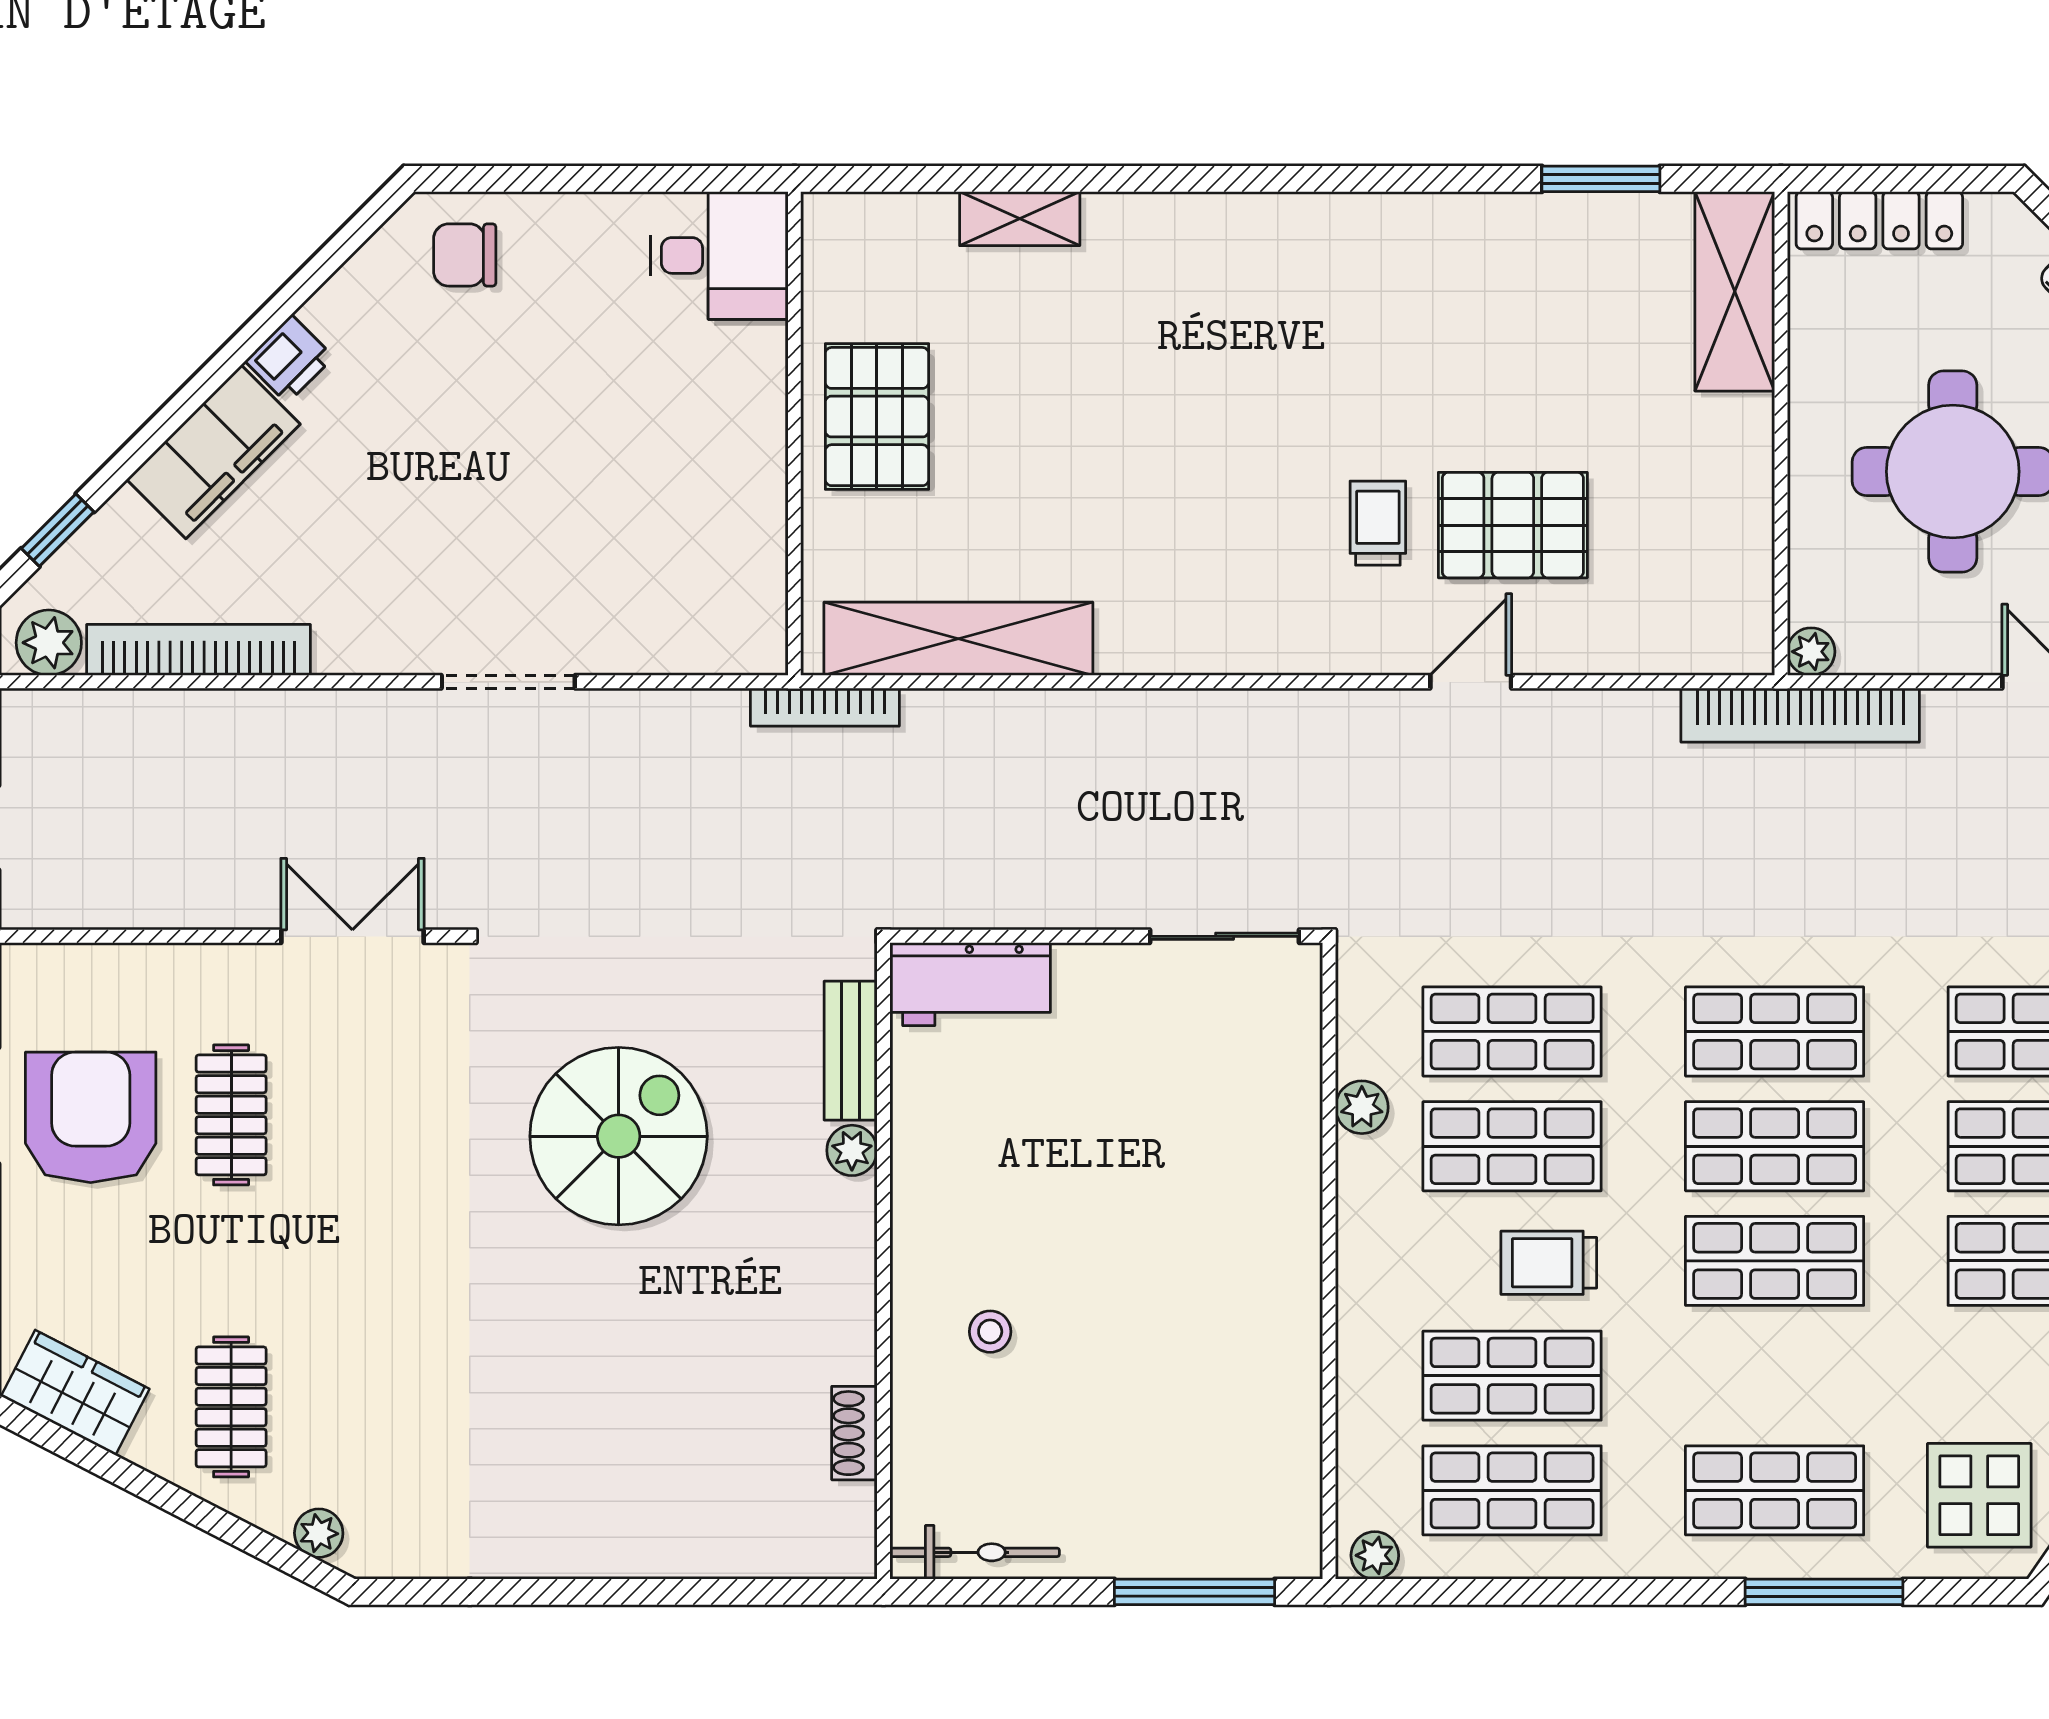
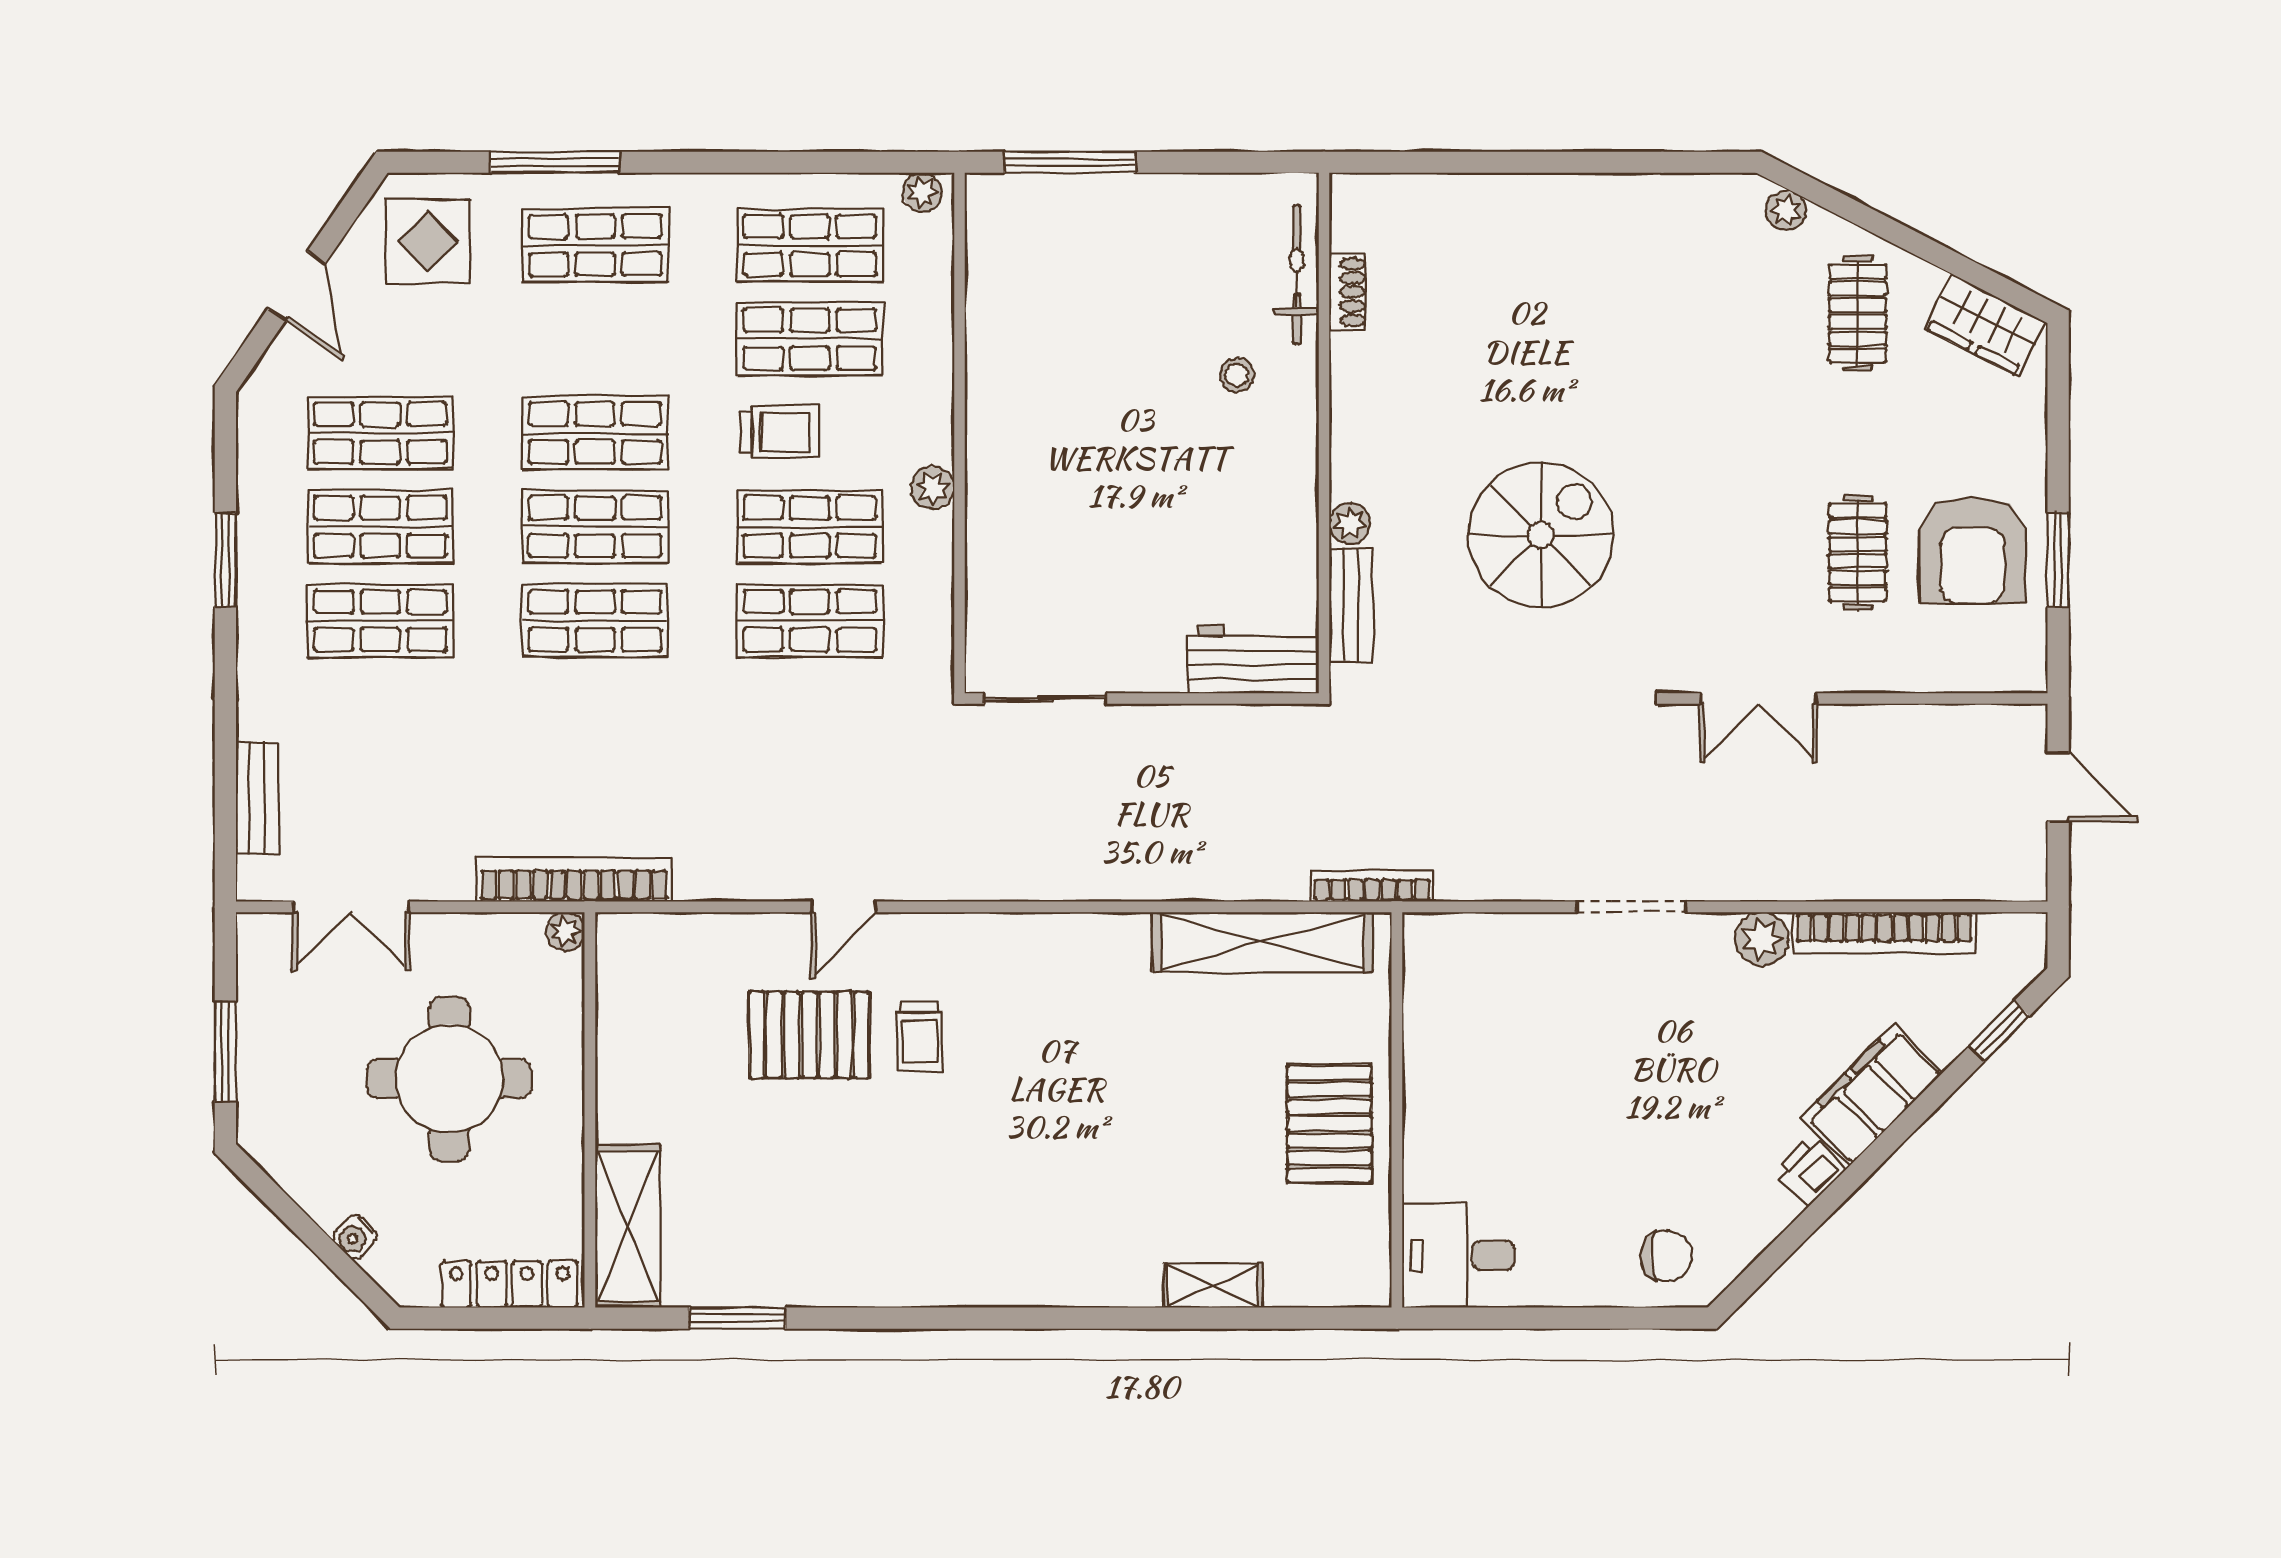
plant: (49, 643) -> (1762, 939), moved
plant: (1362, 1107) -> (933, 488), moved
spiral stairs: (619, 1136) -> (1541, 535), turned 180
bicycle: (975, 1552) -> (1297, 275), moved, turned 90

